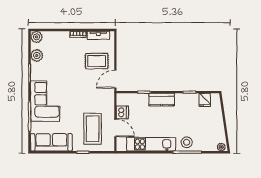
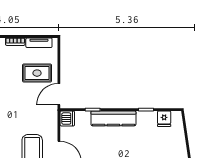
kitchen counter: (162, 100) -> (113, 118), width x1.50
dishwasher: (122, 112) -> (67, 119), moved

